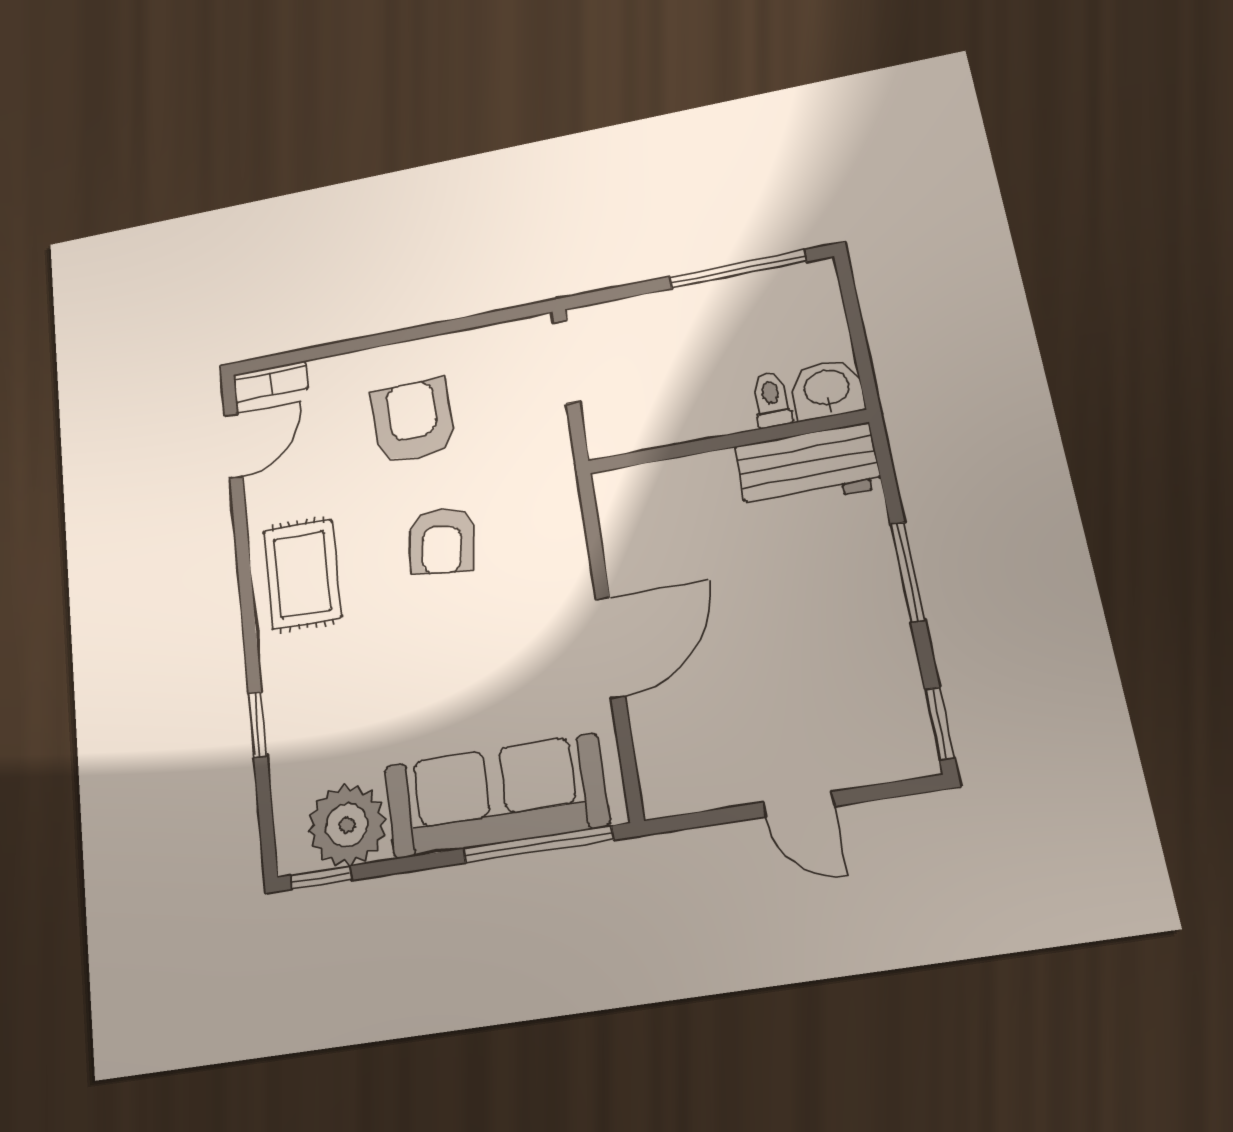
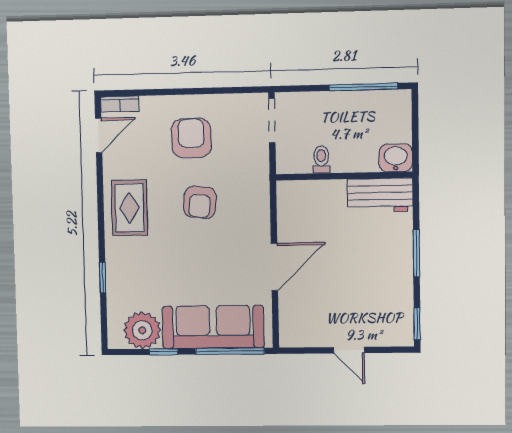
toilet: (771, 400) -> (321, 160), moved
window: (321, 878) -> (164, 352), moved

